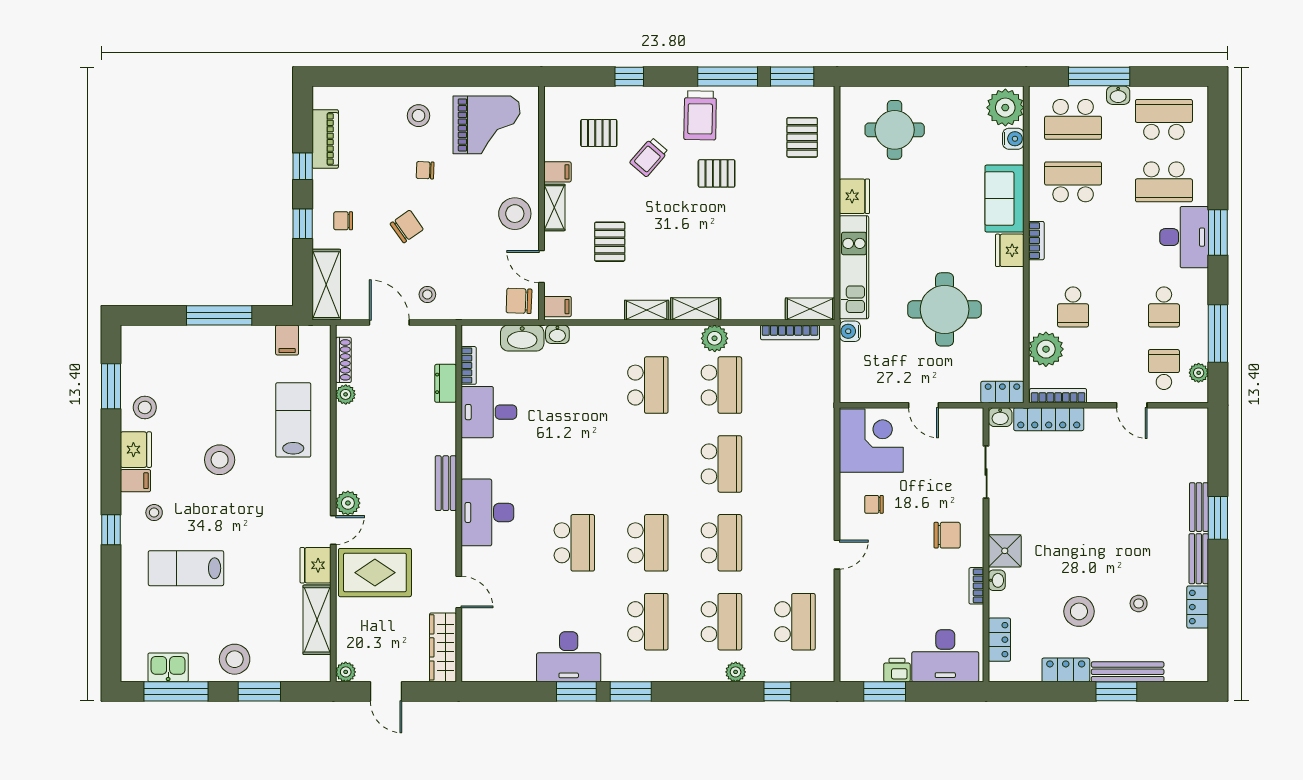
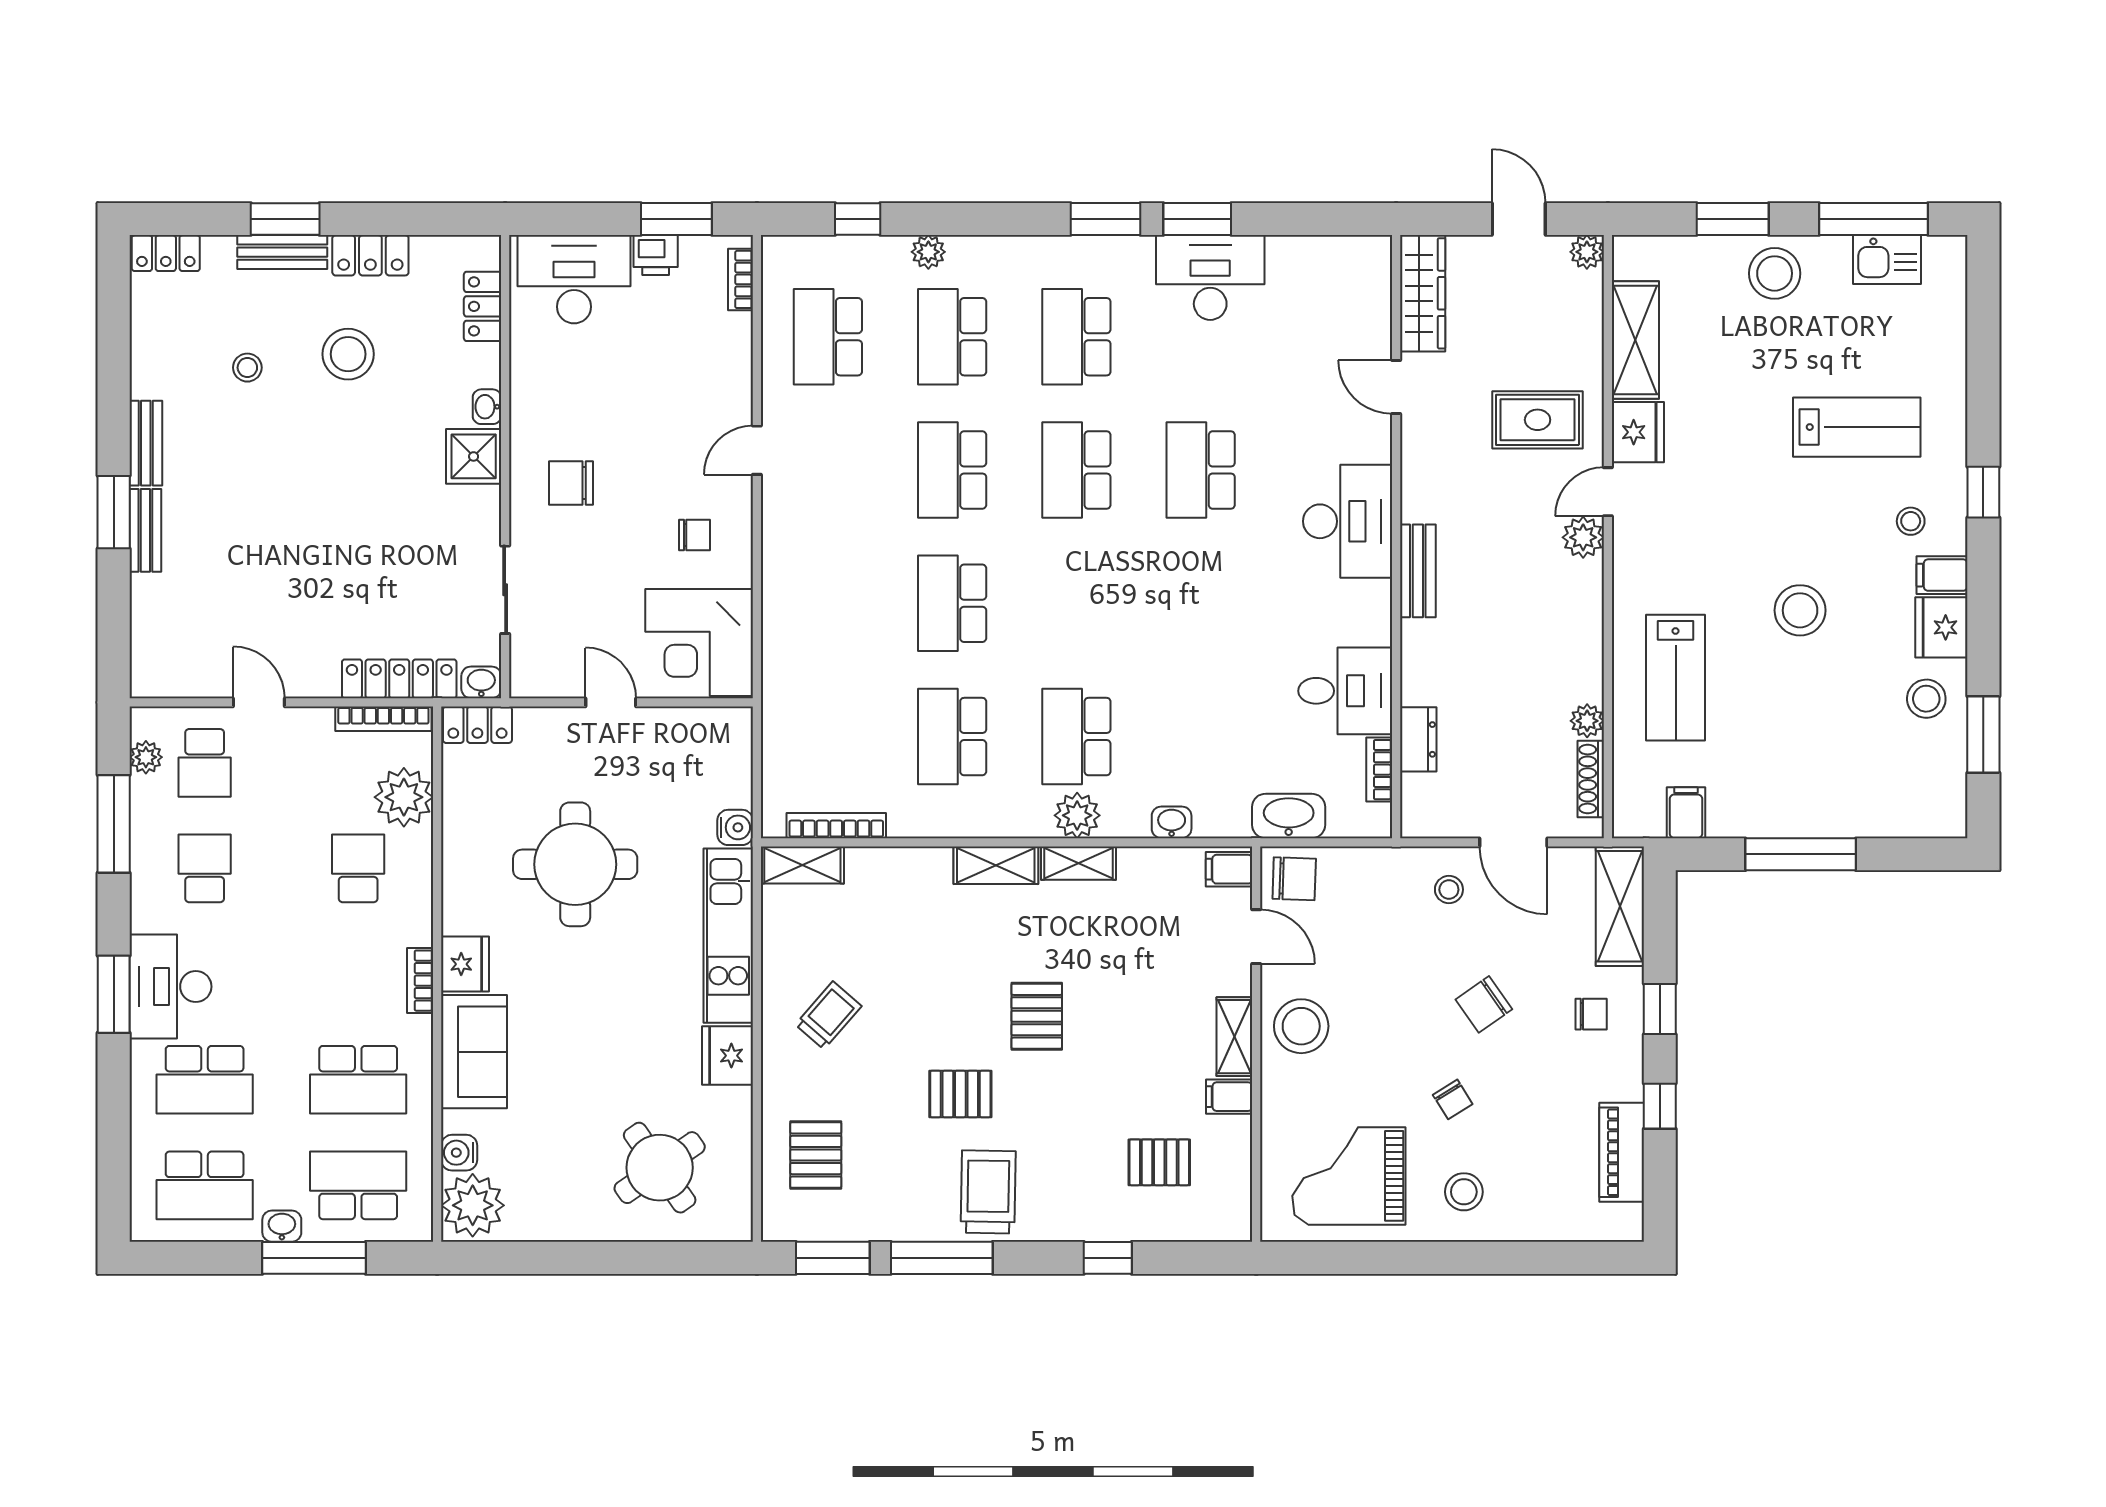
round table: (895, 130) -> (660, 1168), turned -35
trolley: (649, 157) -> (828, 1015), moved
chair: (425, 170) -> (1453, 1099), turned 56
school desk: (1164, 182) -> (205, 1080), turned 180
pallet: (610, 242) -> (1037, 1016), moved
washbasin: (557, 334) -> (1172, 822), moved
plant: (715, 338) -> (1077, 815), moved
rug: (375, 573) -> (1538, 420), width x0.73, depth x0.70
bookcase: (976, 586) -> (740, 279), moved, turned 180
locker: (1198, 607) -> (166, 253), moved, turned 90
bench: (1128, 672) -> (282, 252), width x0.73

